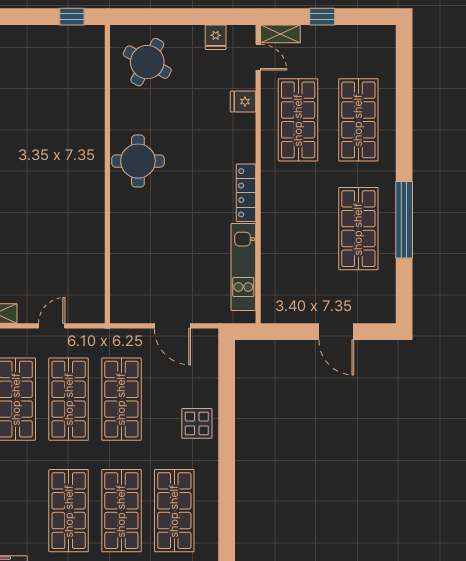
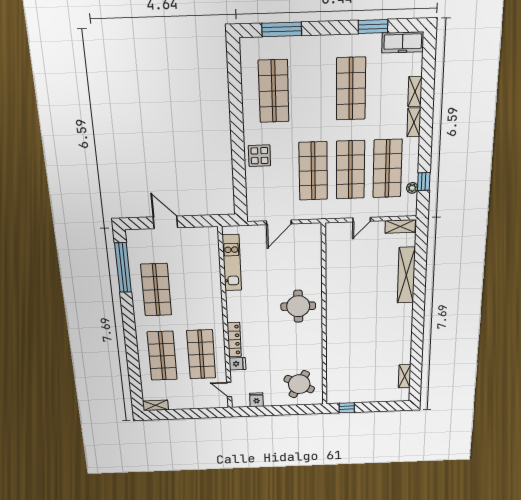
window: (322, 17) -> (190, 414), removed
shelving: (280, 34) -> (155, 405), moved
round table: (138, 161) -> (298, 306), moved
locker: (246, 193) -> (234, 340), moved
window: (404, 220) -> (123, 268), moved
door: (172, 326) -> (279, 222), swing flipped
shop shelf: (121, 511) -> (312, 90), removed

